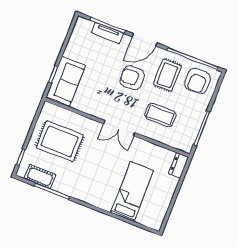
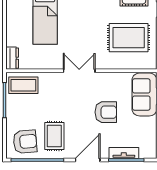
armchair: (132, 78) -> (106, 112), moved
armchair: (198, 81) -> (25, 142), turned 85
coffee table: (160, 115) -> (23, 85), moved

